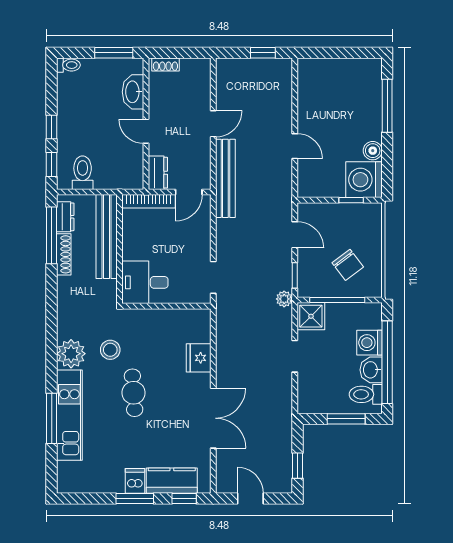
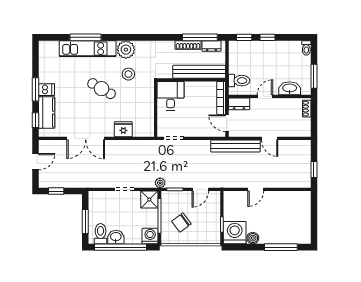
toilet: (83, 173) -> (239, 81), moved
washing machine: (369, 343) -> (150, 236), moved
cafe table: (134, 393) -> (102, 89), turned 34

